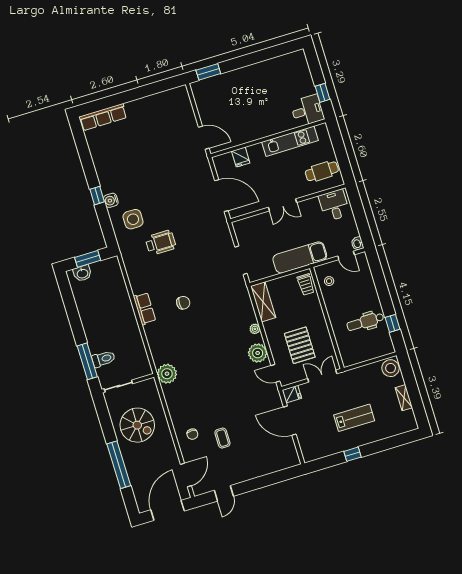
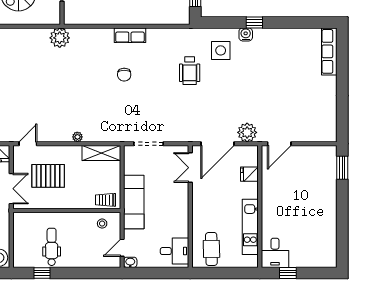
double door: (282, 205) -> (190, 168), moved
plant: (258, 353) -> (247, 132), moved

